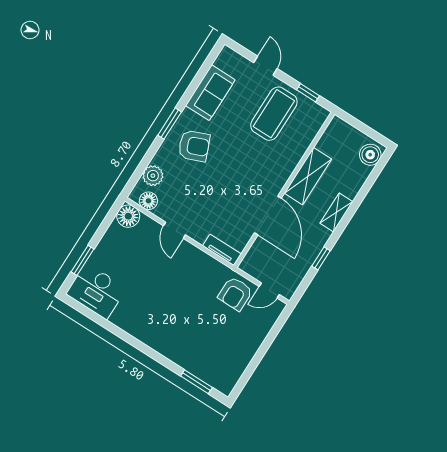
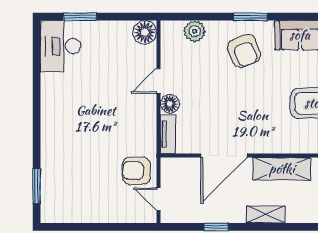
floor lamp: (148, 201) -> (170, 104), moved

